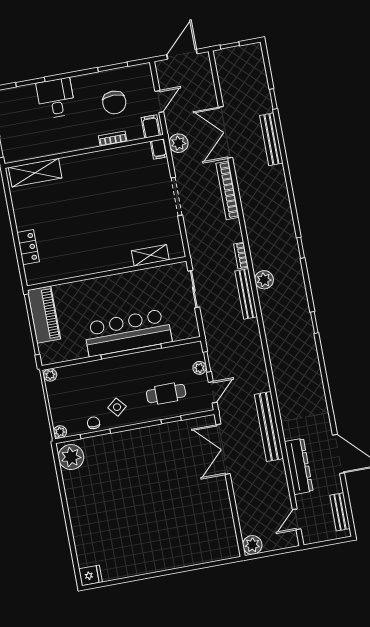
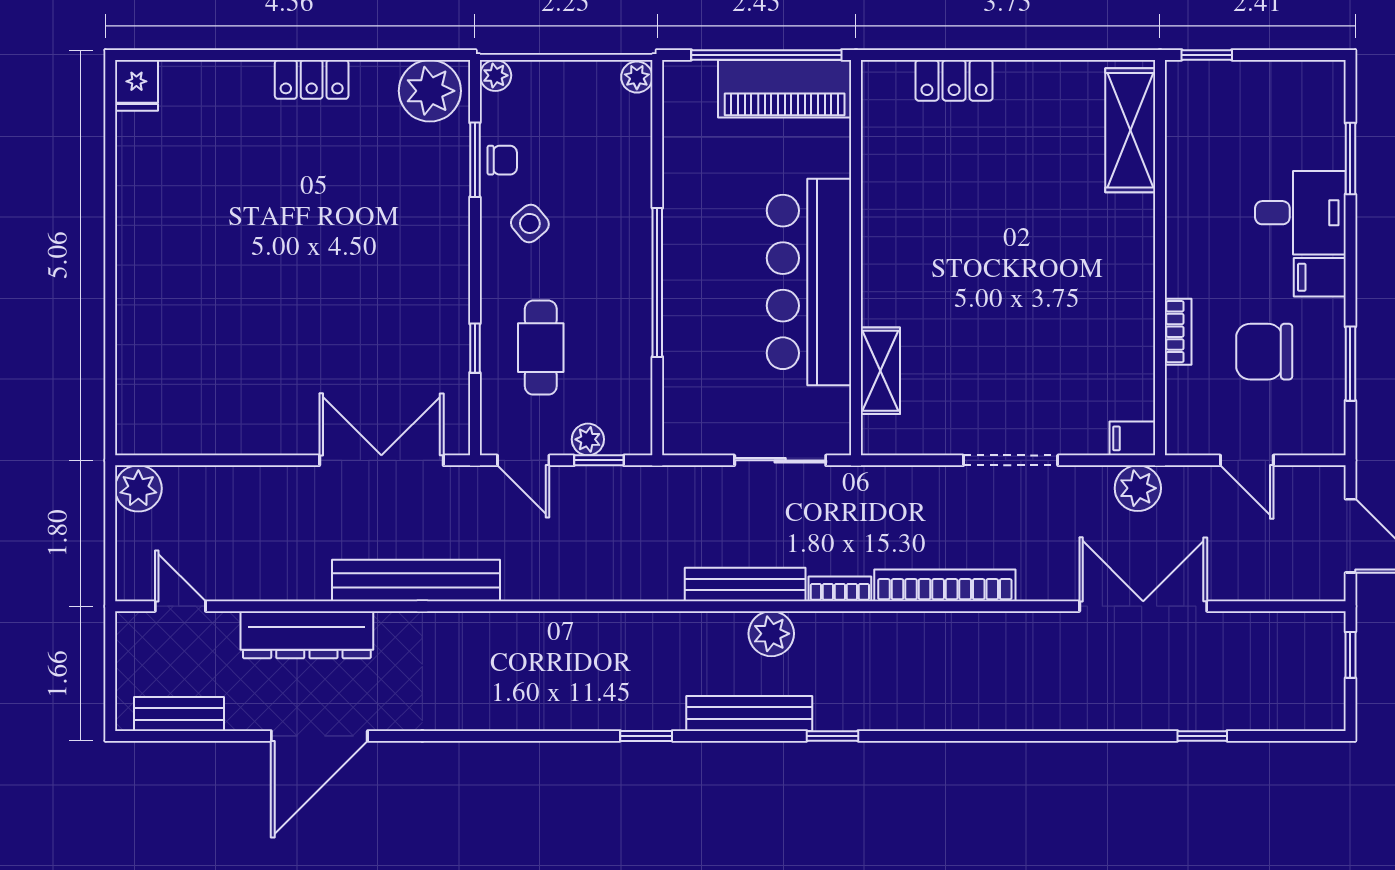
filing cabinet: (151, 126) -> (1320, 277), moved, turned 180
bench: (271, 139) -> (749, 713), moved
bookcase: (228, 190) -> (945, 585), moved
bar counter: (128, 333) -> (809, 282), moved, turned 180
locker: (75, 505) -> (312, 79), added

